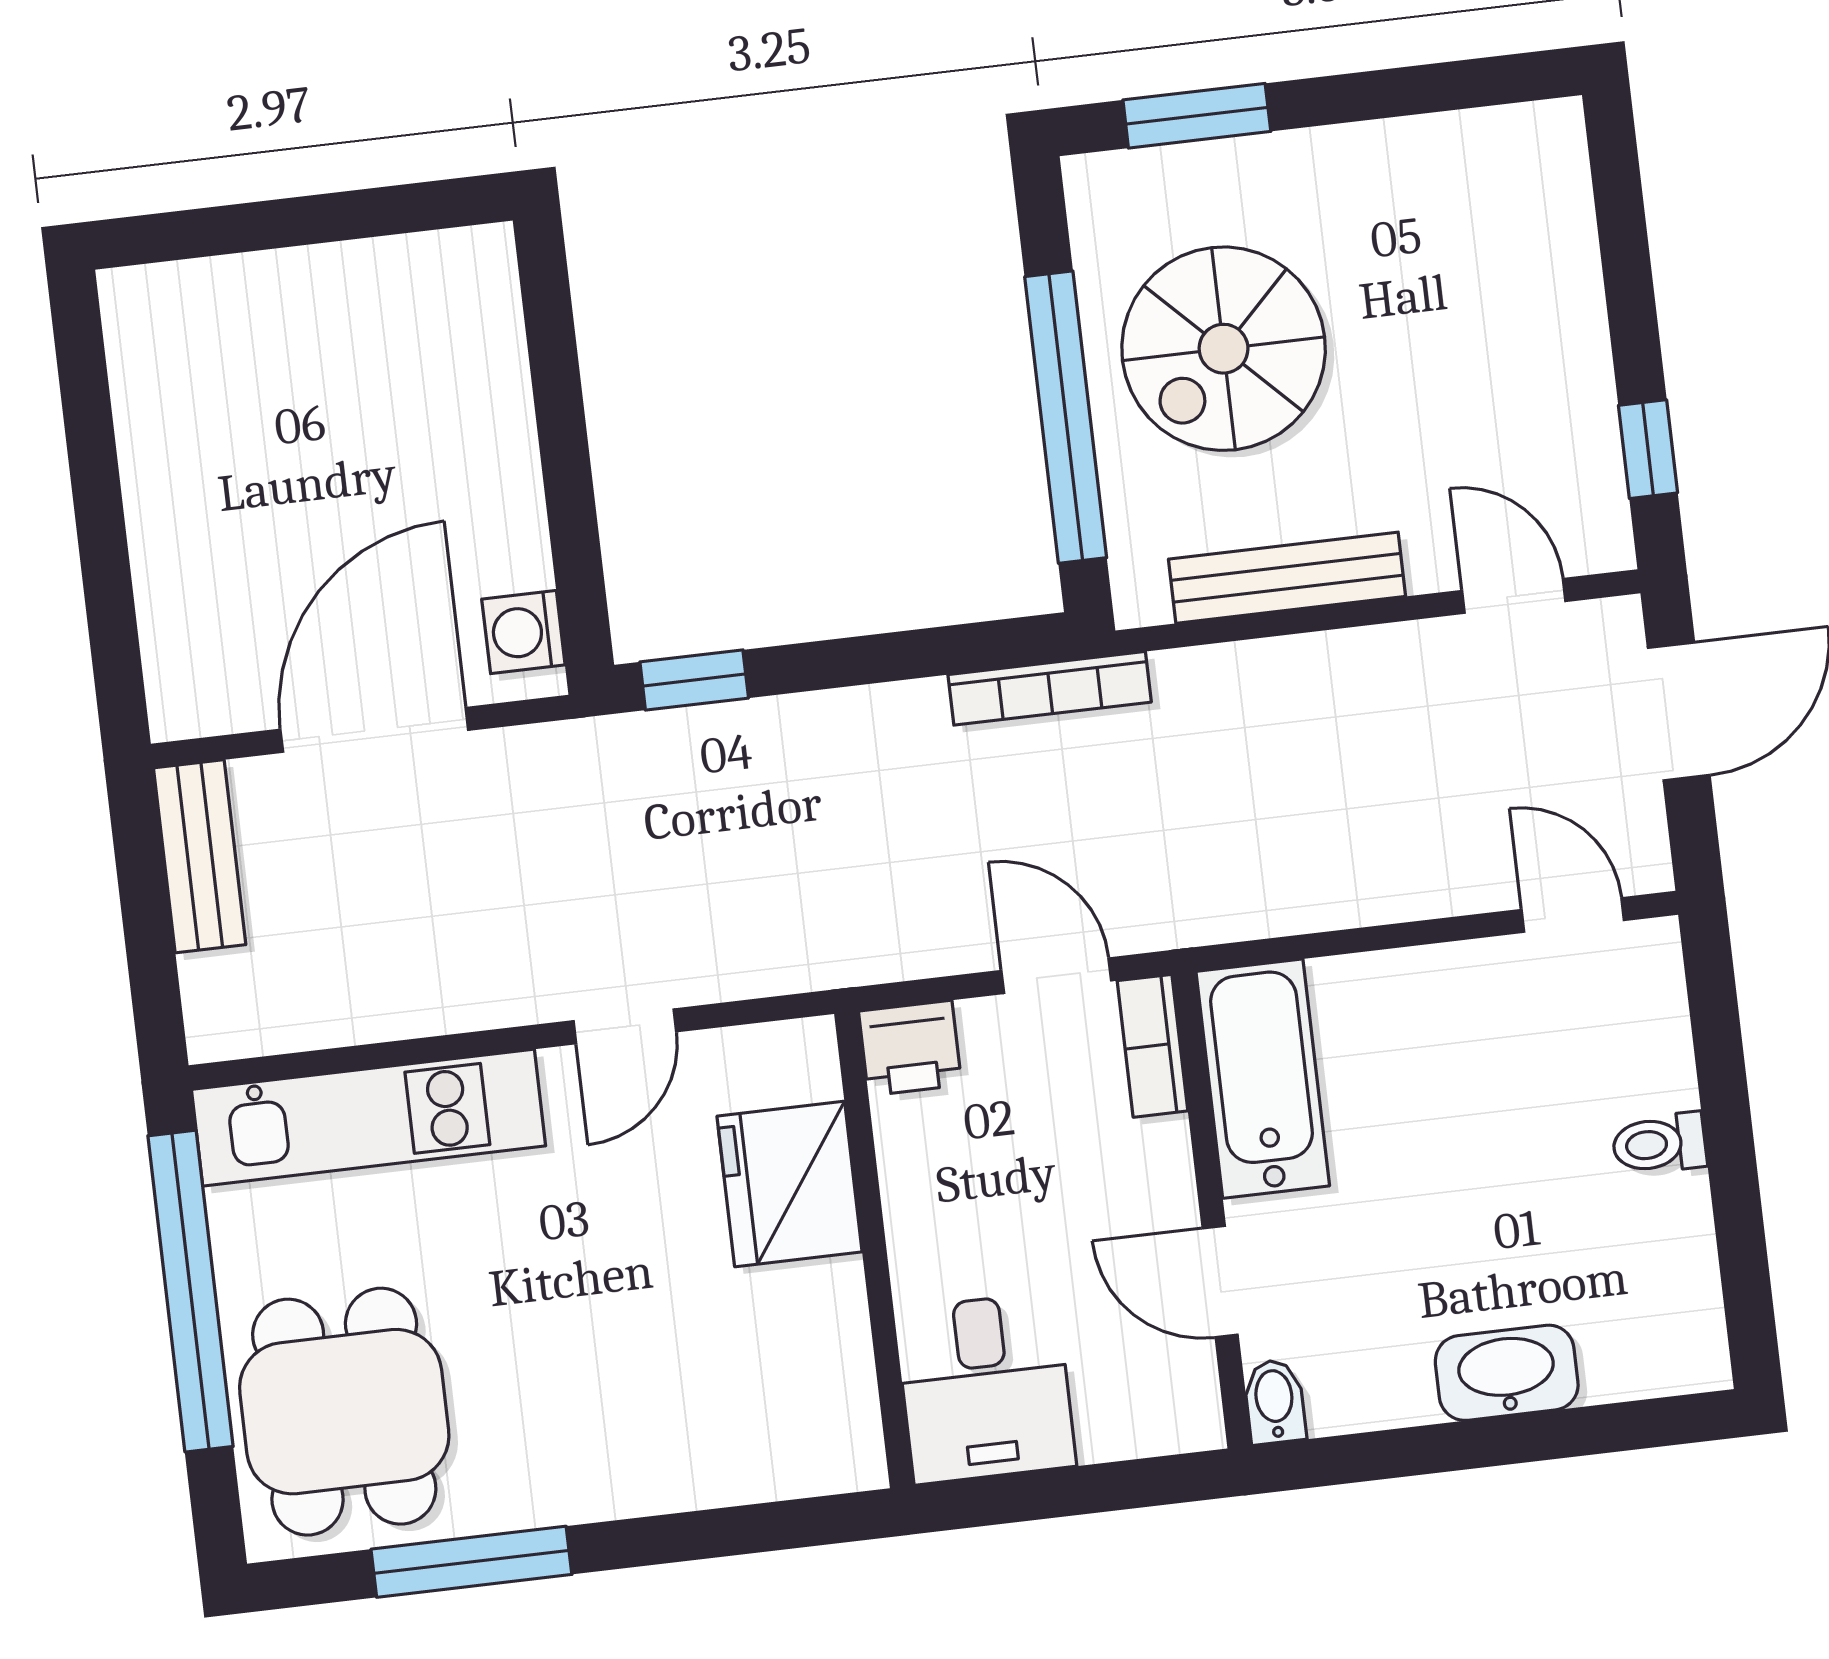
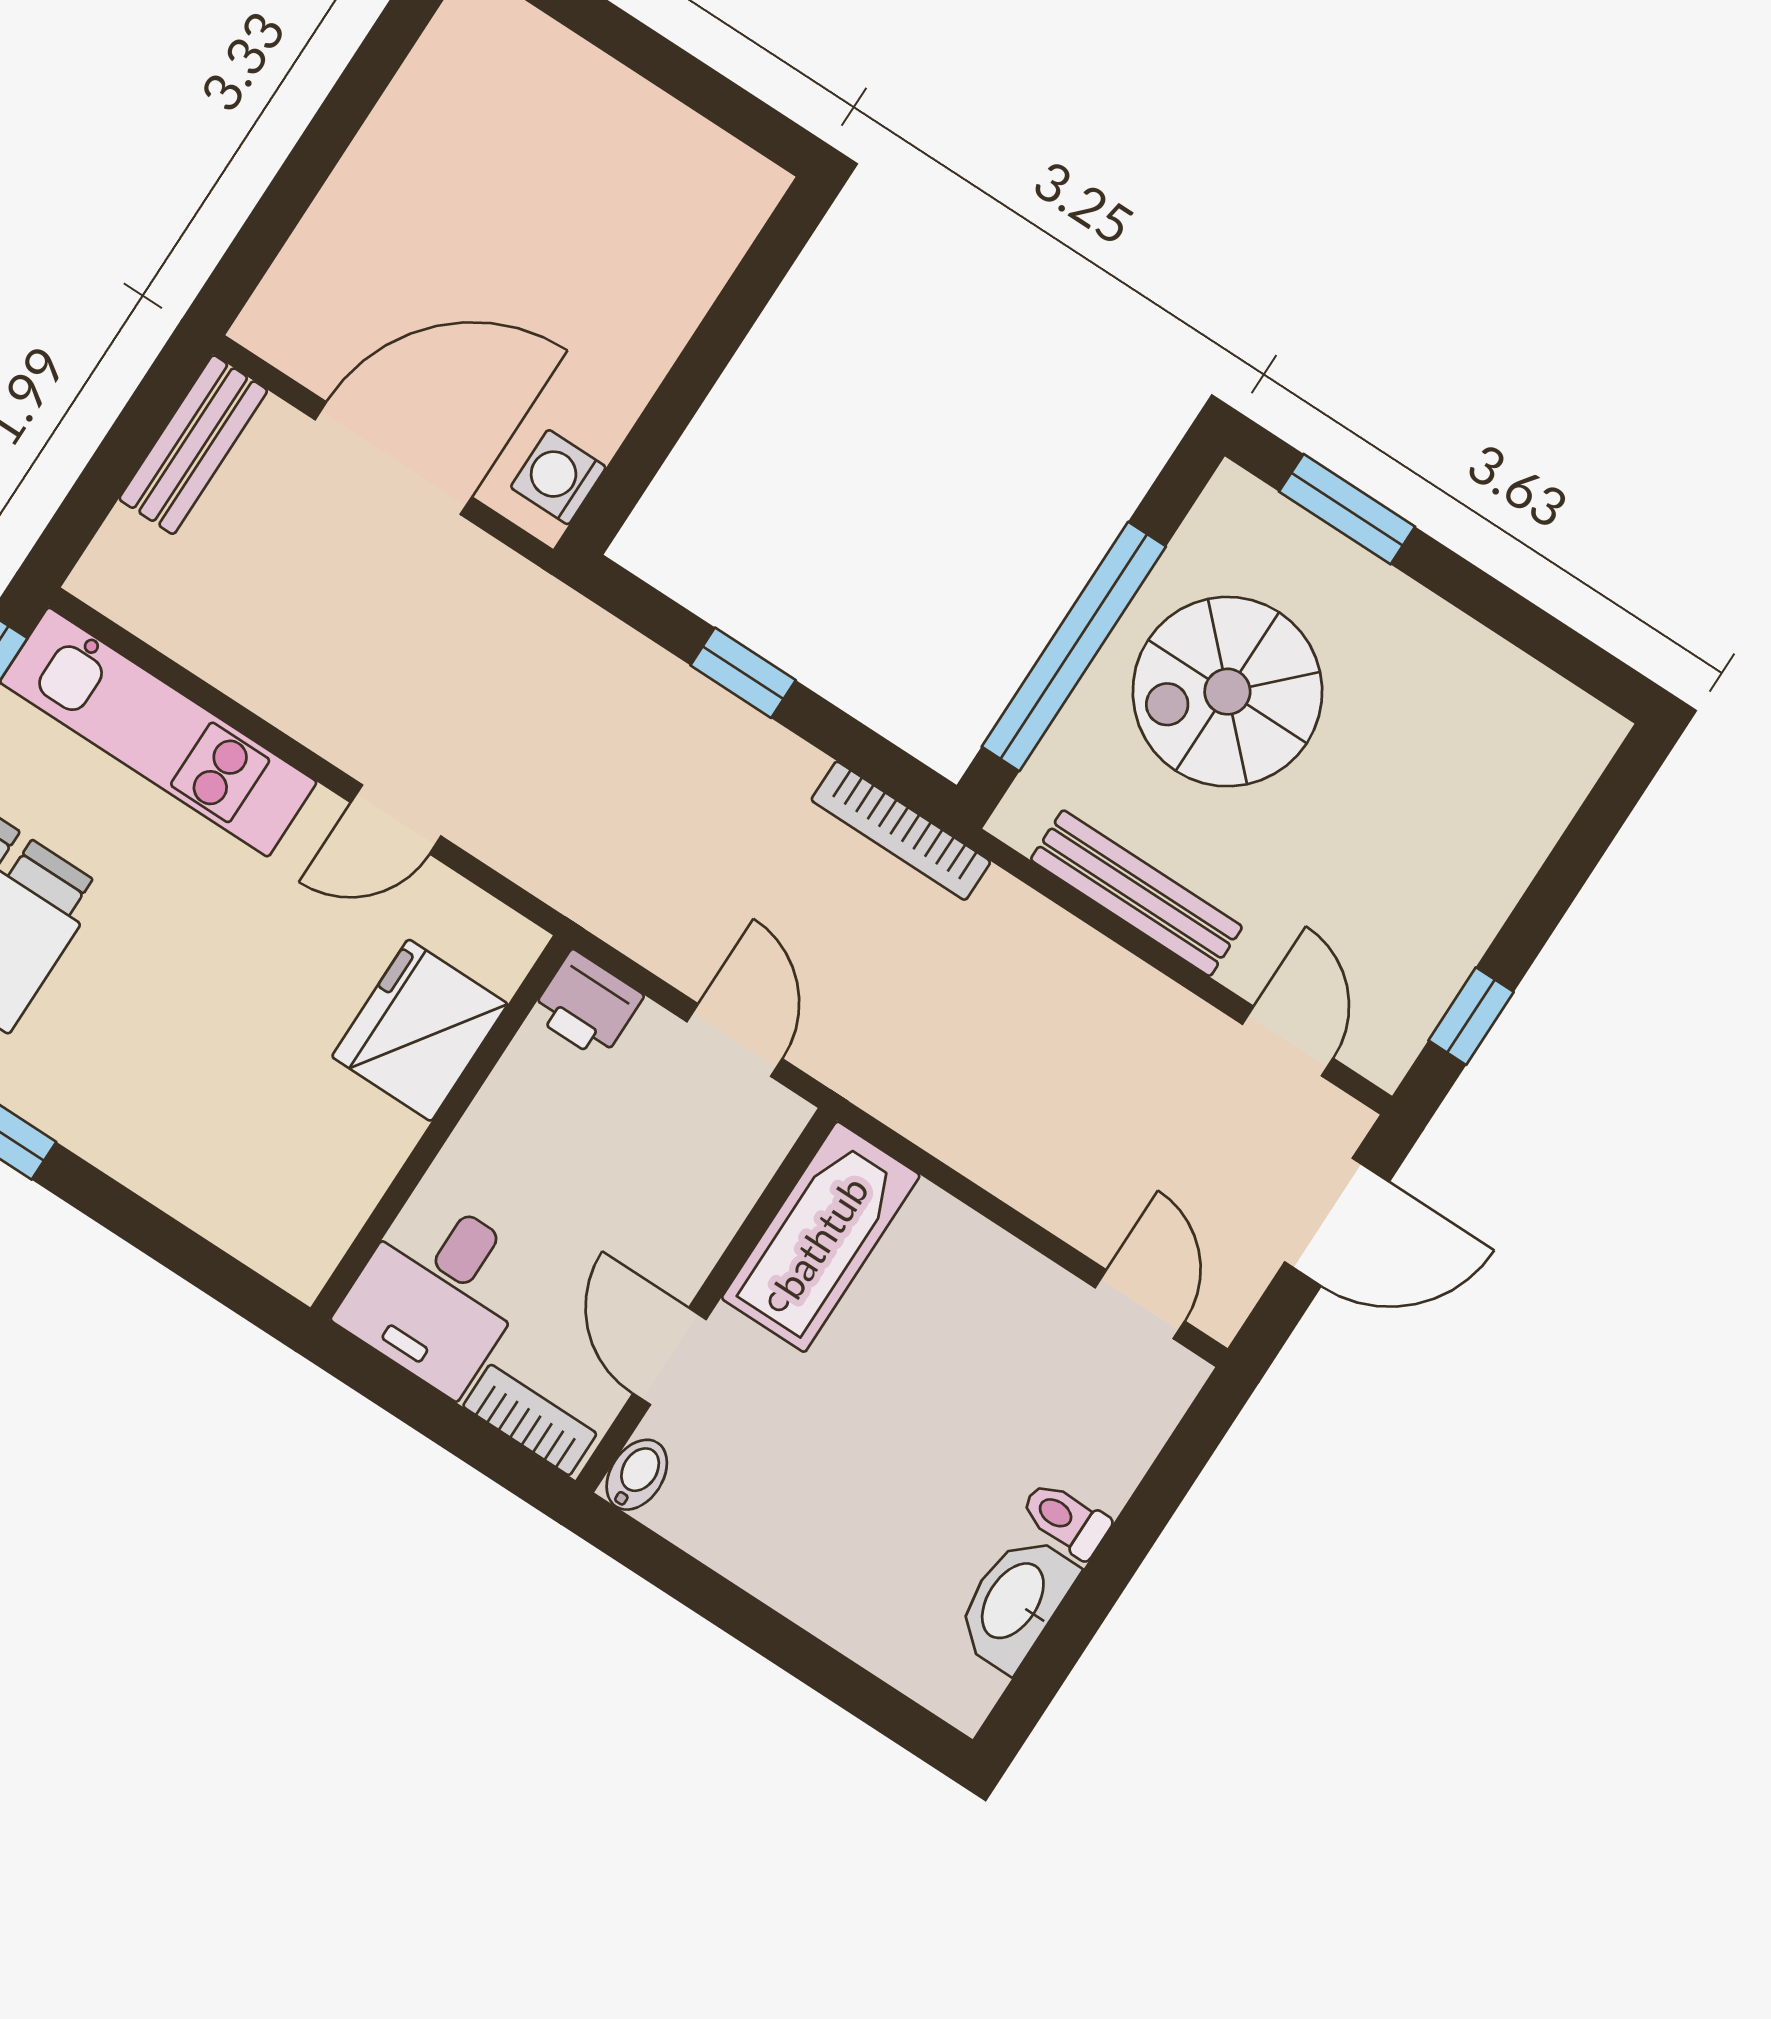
window: (694, 680) -> (743, 673), moved
bookcase: (1153, 1046) -> (530, 1420), moved, turned 90
washbasin: (1507, 1373) -> (1015, 1602), moved, turned -90

